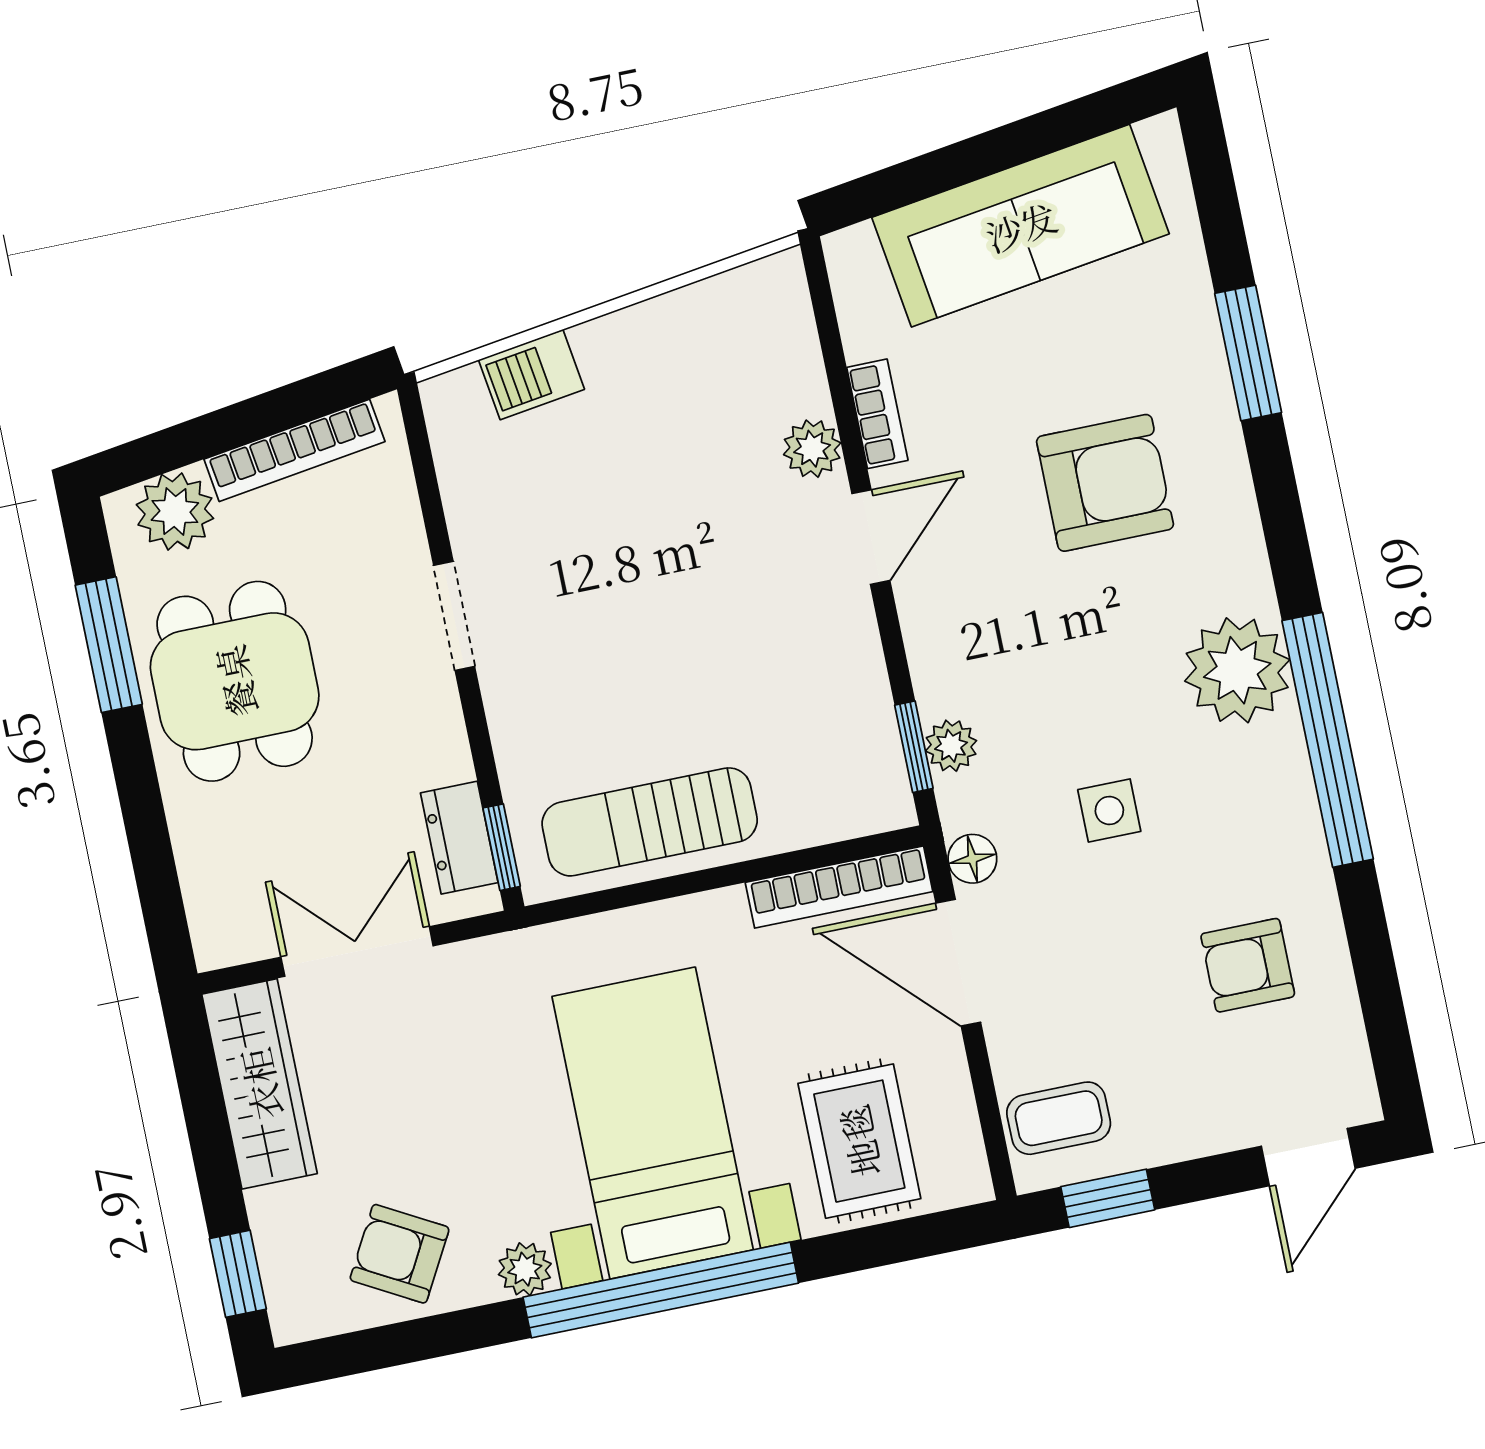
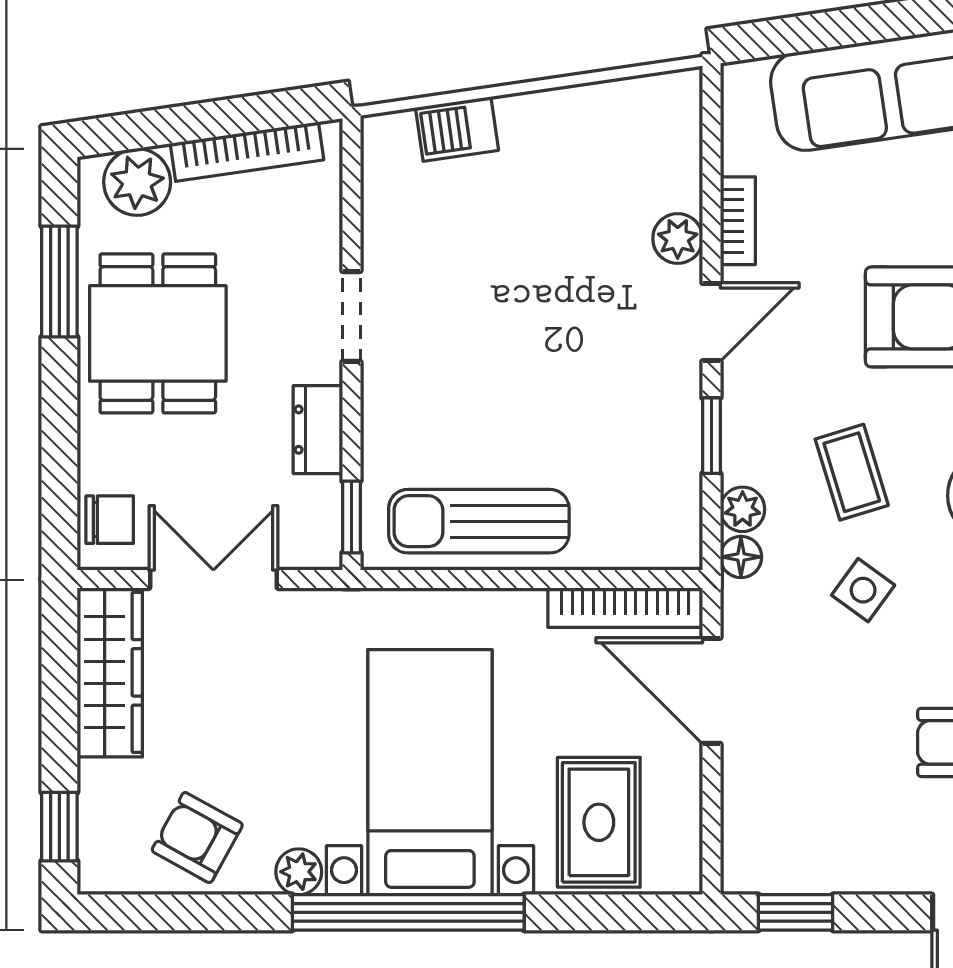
window: (914, 747) -> (711, 436), moved
side table: (1109, 811) -> (863, 590), turned 36
dresser: (459, 838) -> (318, 430), moved
floor lamp: (972, 859) -> (741, 557), moved
chair: (223, 908) -> (110, 520), added
coffee table: (1059, 1118) -> (852, 472), moved, turned 73

